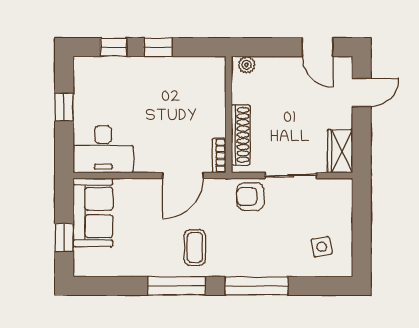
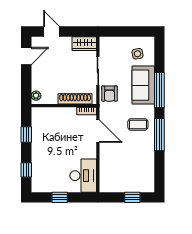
window: (158, 47) -> (26, 134), moved
sofa: (93, 212) -> (143, 85), moved, turned -90

